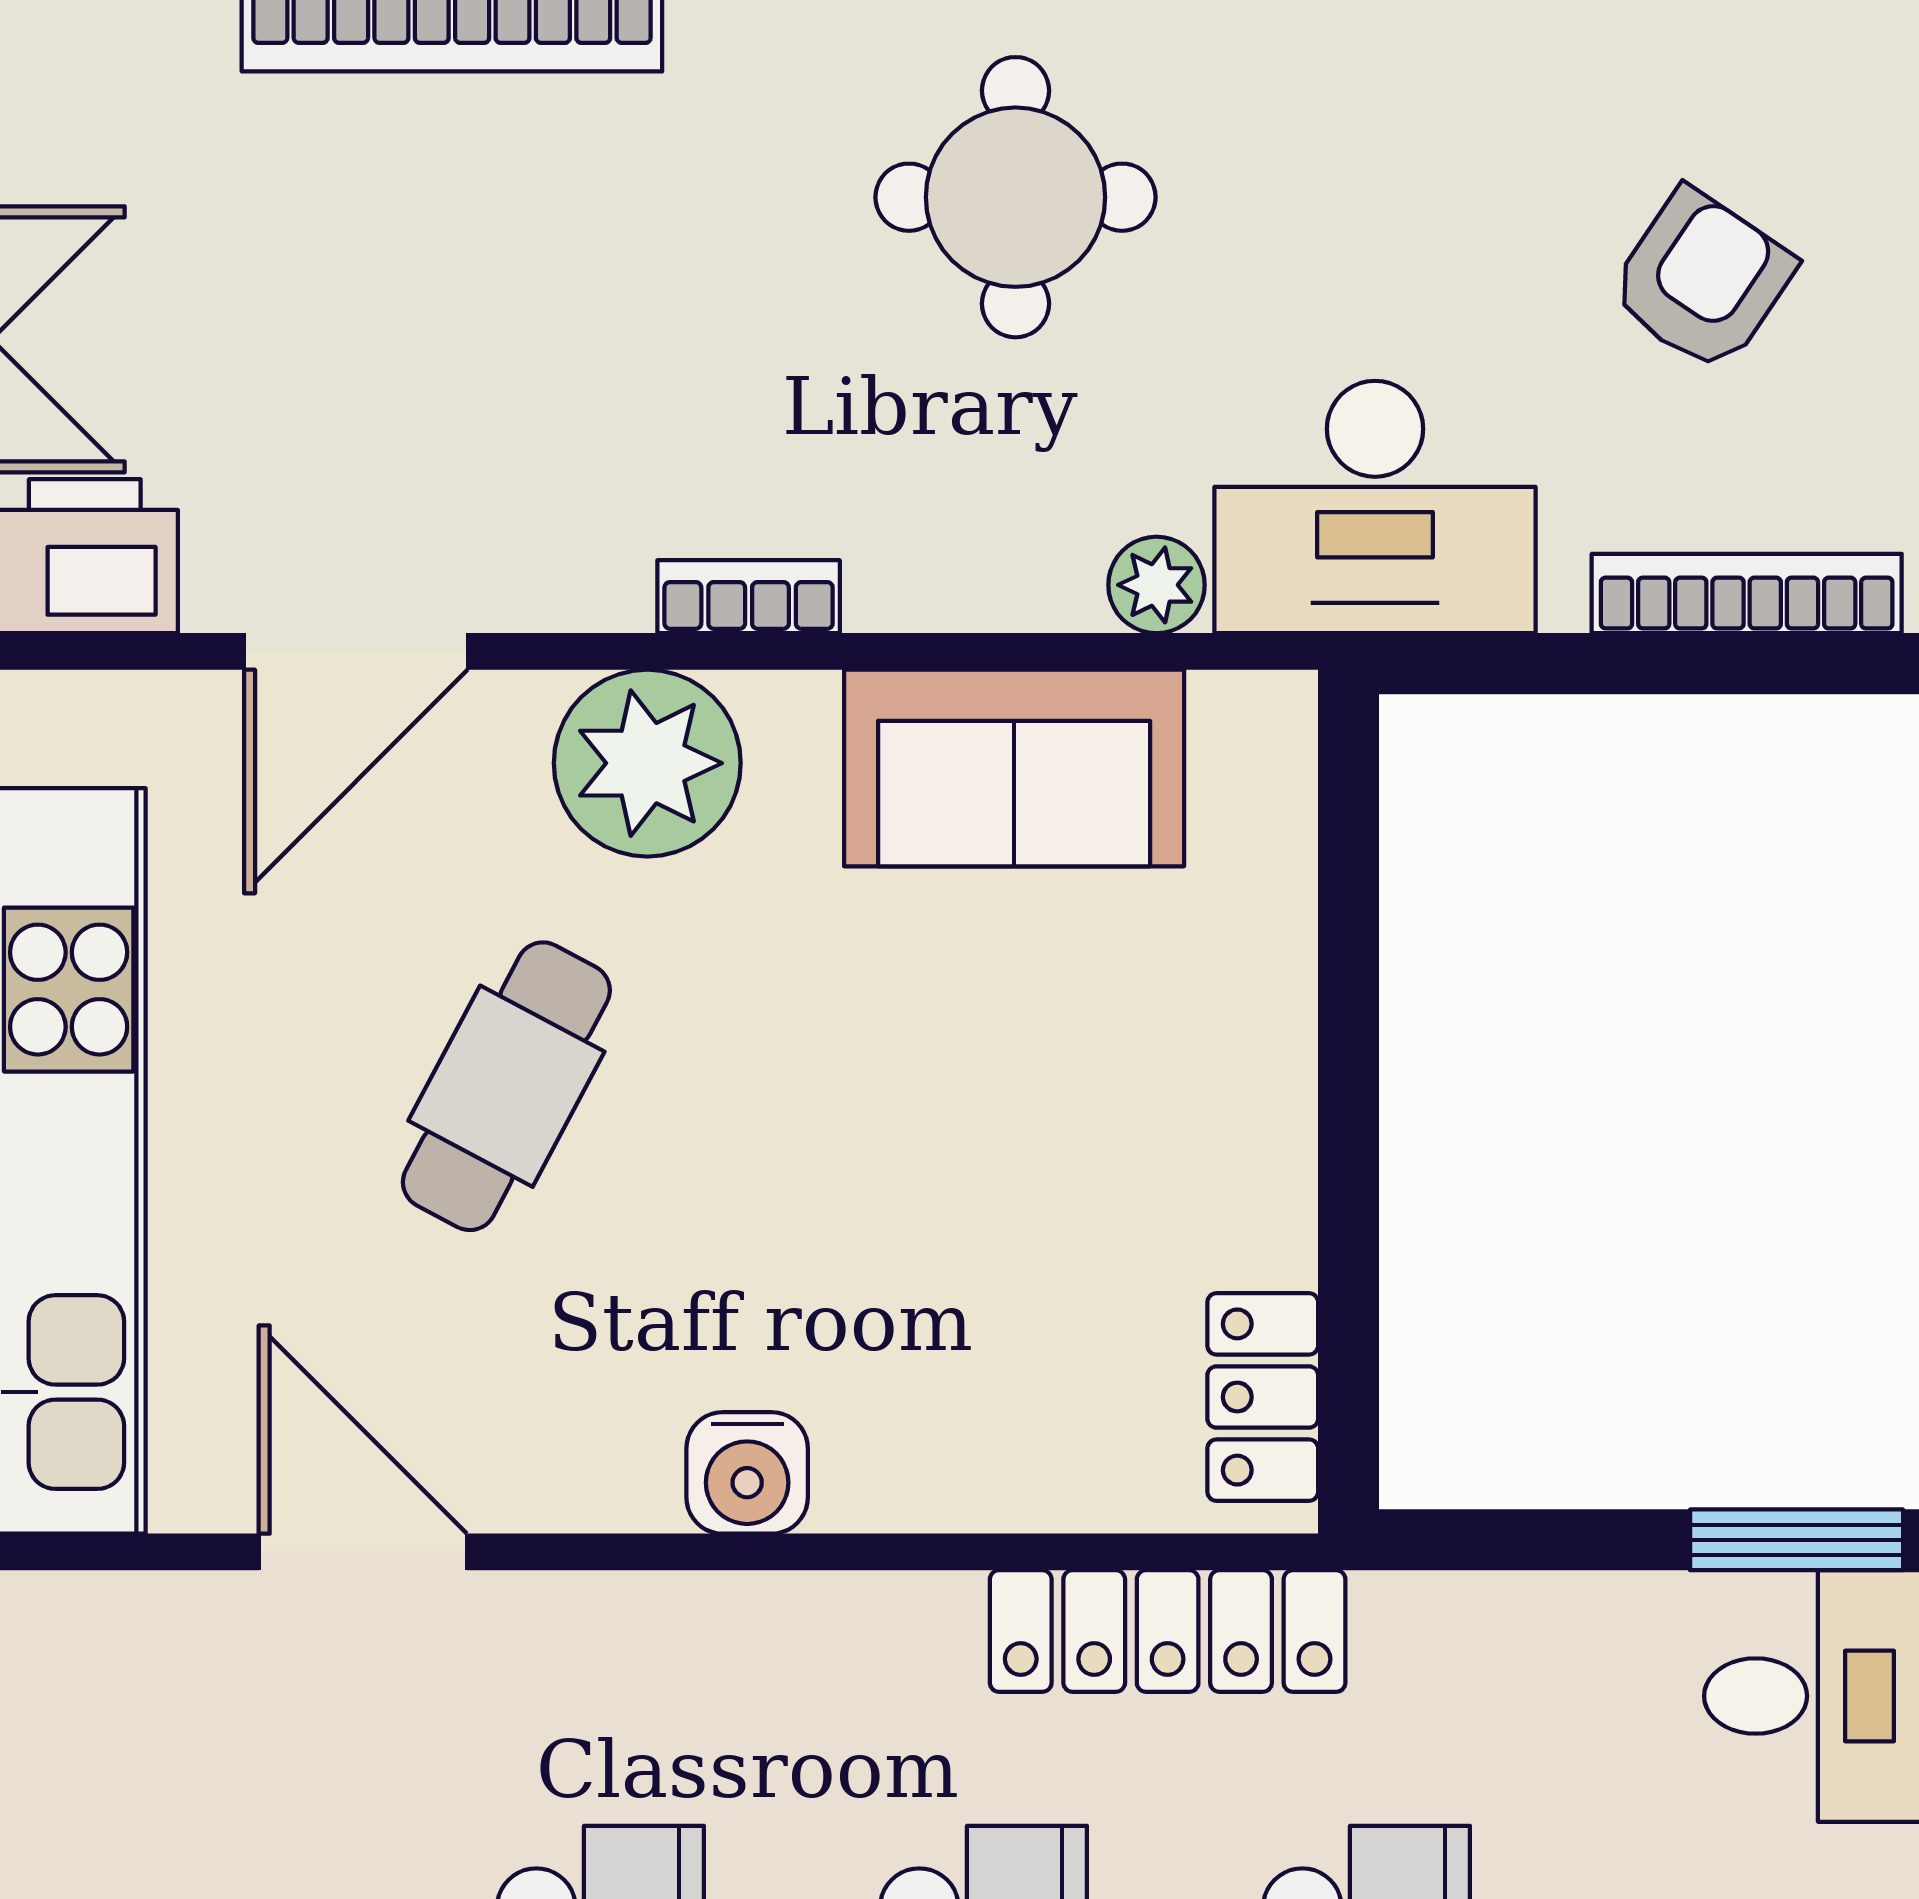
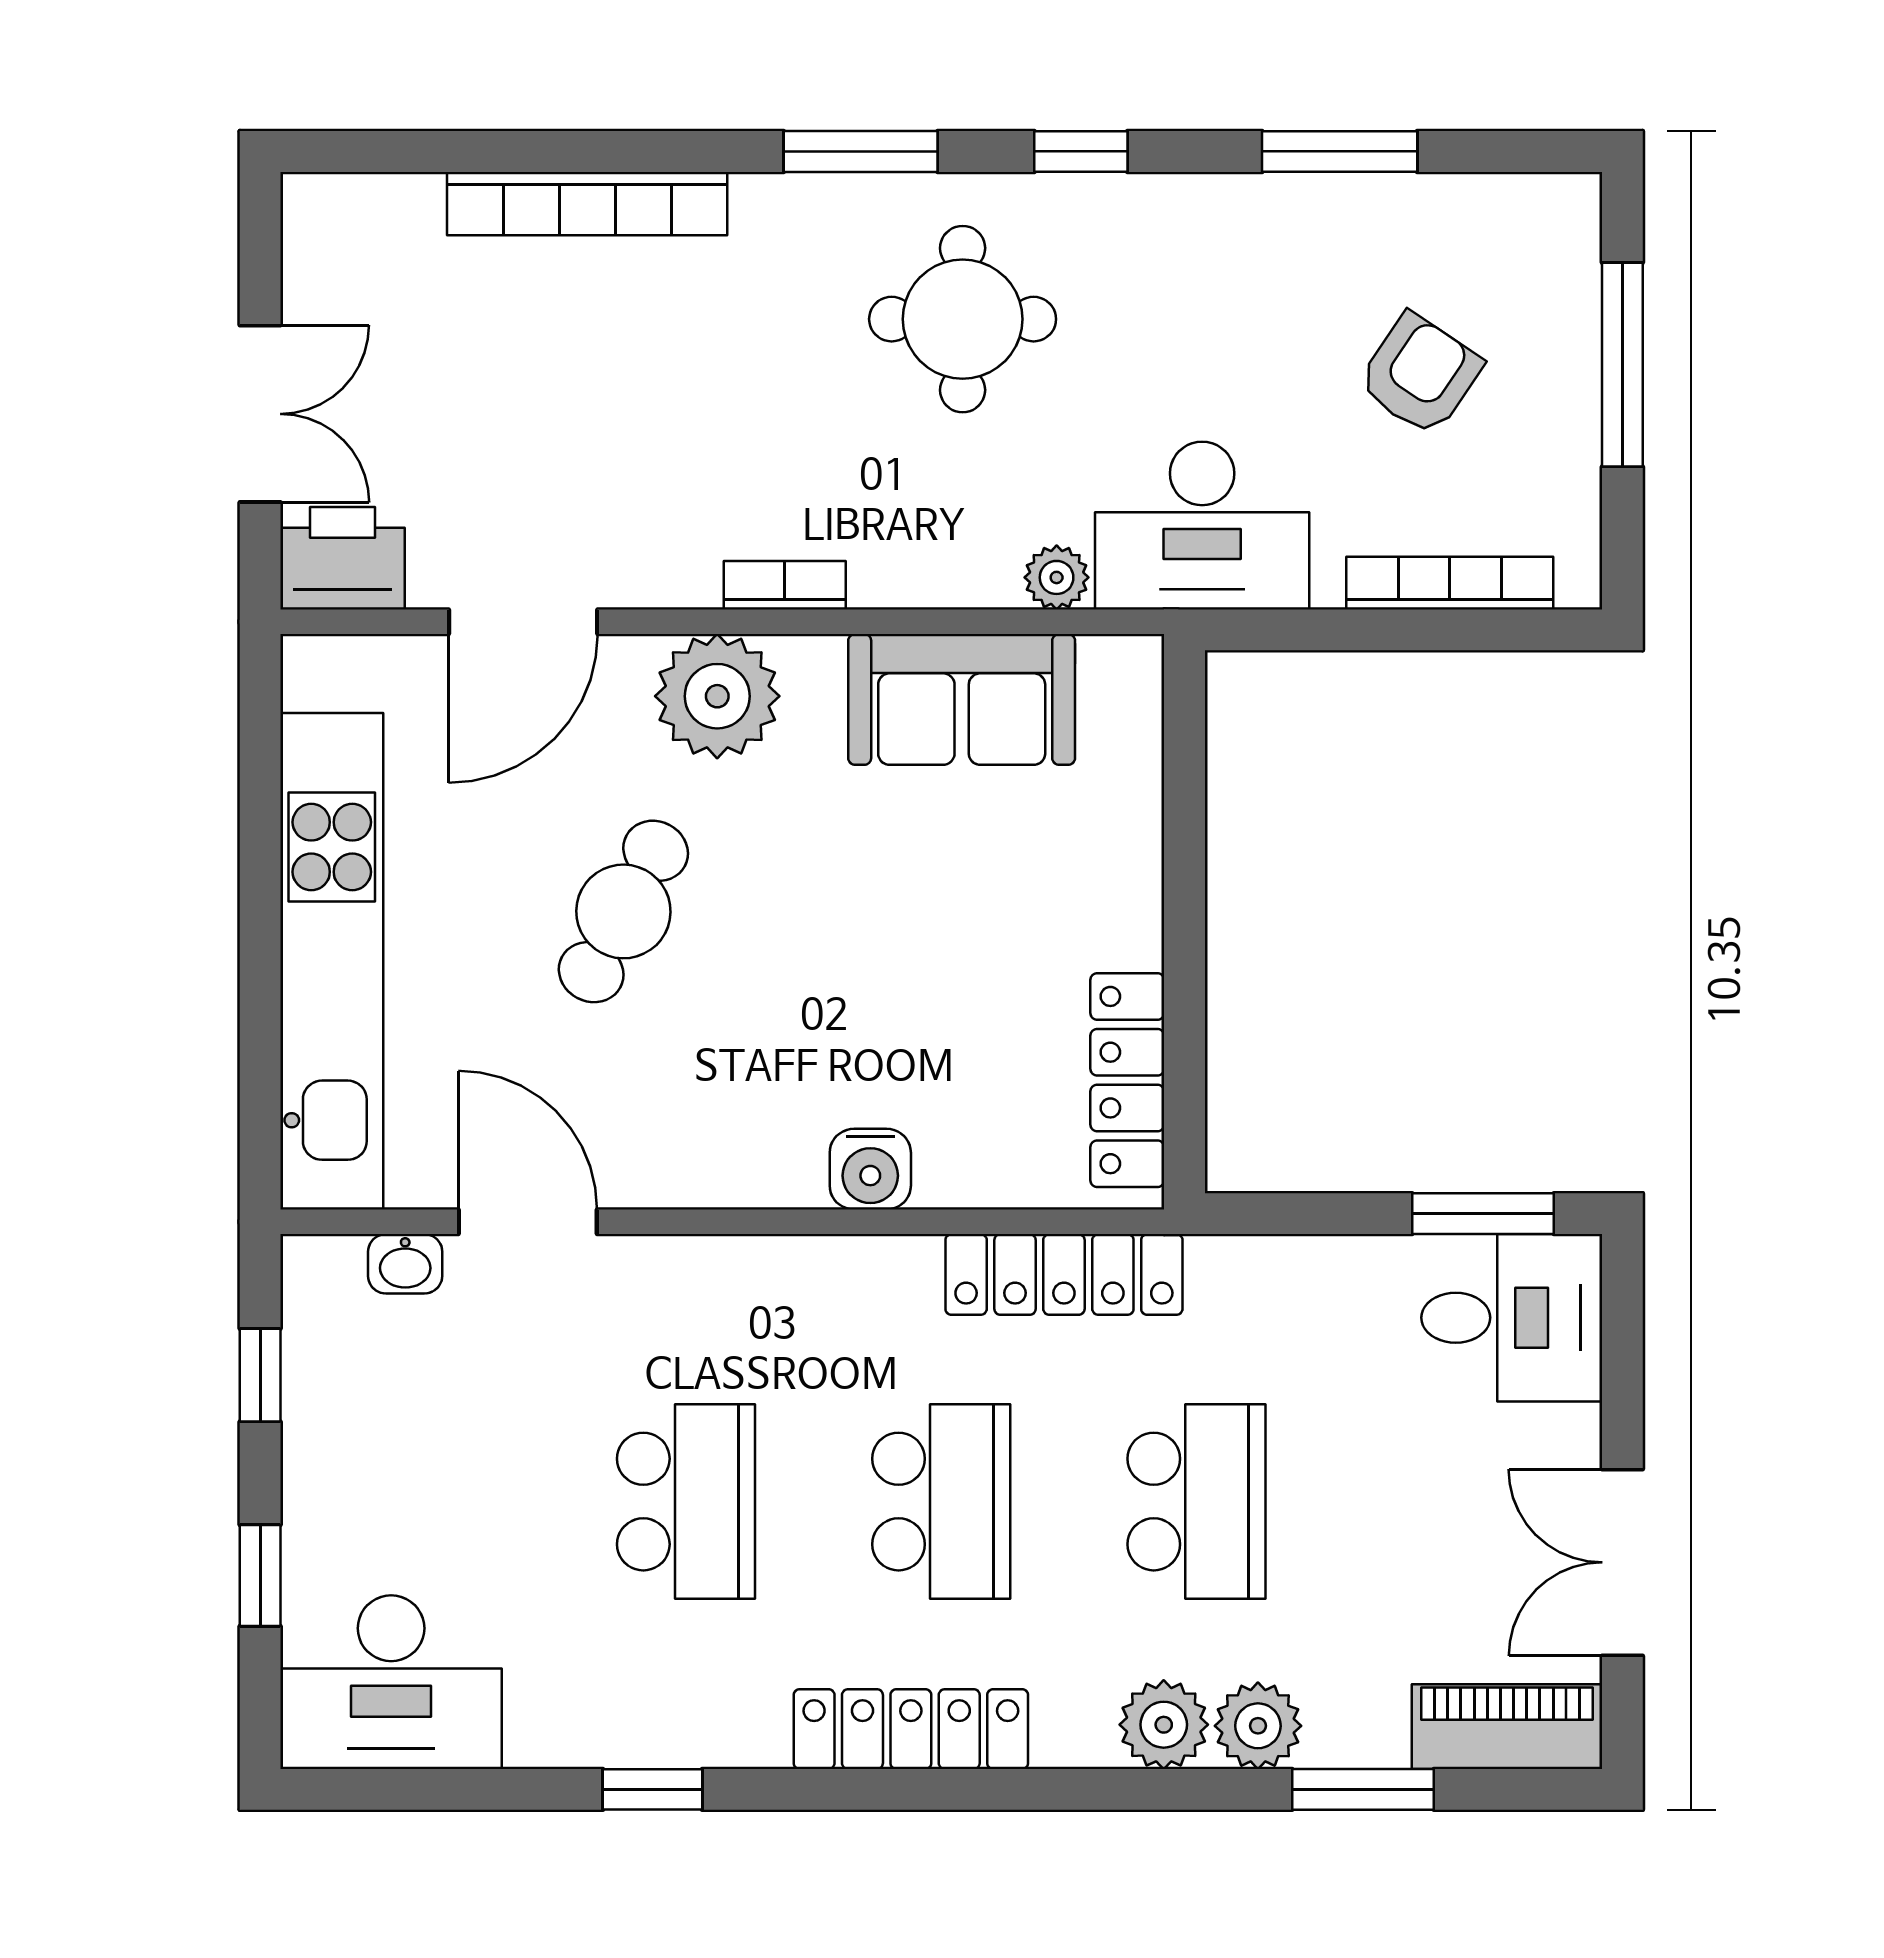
locker: (1263, 1397) -> (1127, 1080), width x1.53
water cooler: (747, 1473) -> (870, 1169), moved
washbasin: (179, 1615) -> (405, 1264), added

